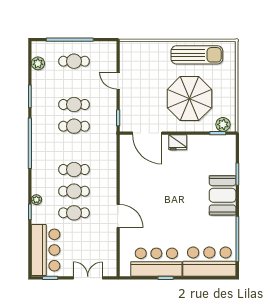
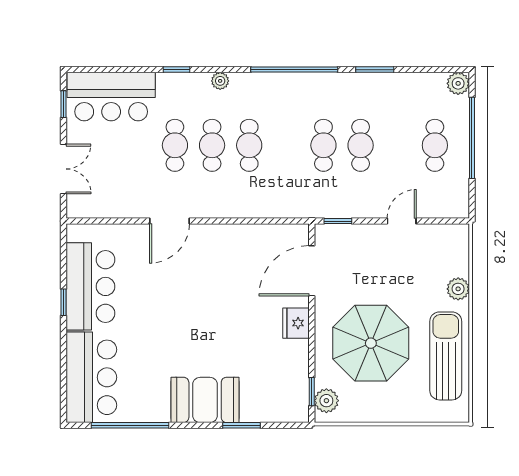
plant: (158, 48) -> (458, 289), added
sun lounger: (197, 55) -> (446, 356), turned 180
plant: (38, 63) -> (458, 83), moved
plant: (36, 200) -> (220, 81), moved

